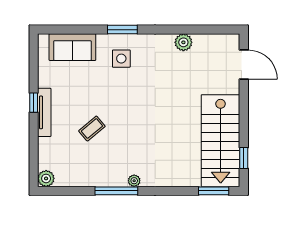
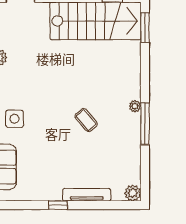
tv unit: (44, 112) -> (87, 195), moved
coffee table: (92, 129) -> (86, 120), moved

